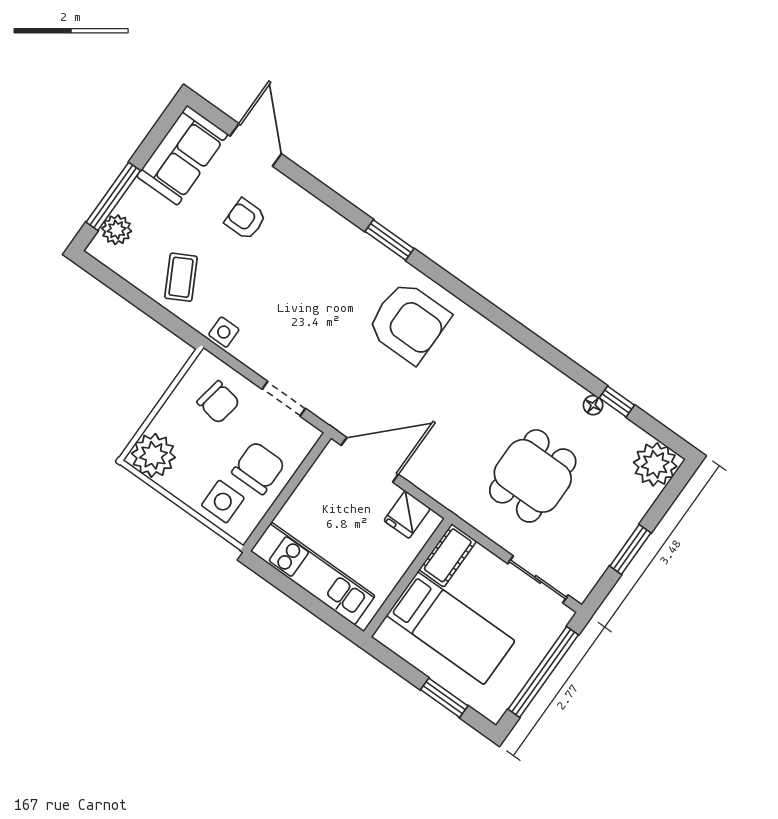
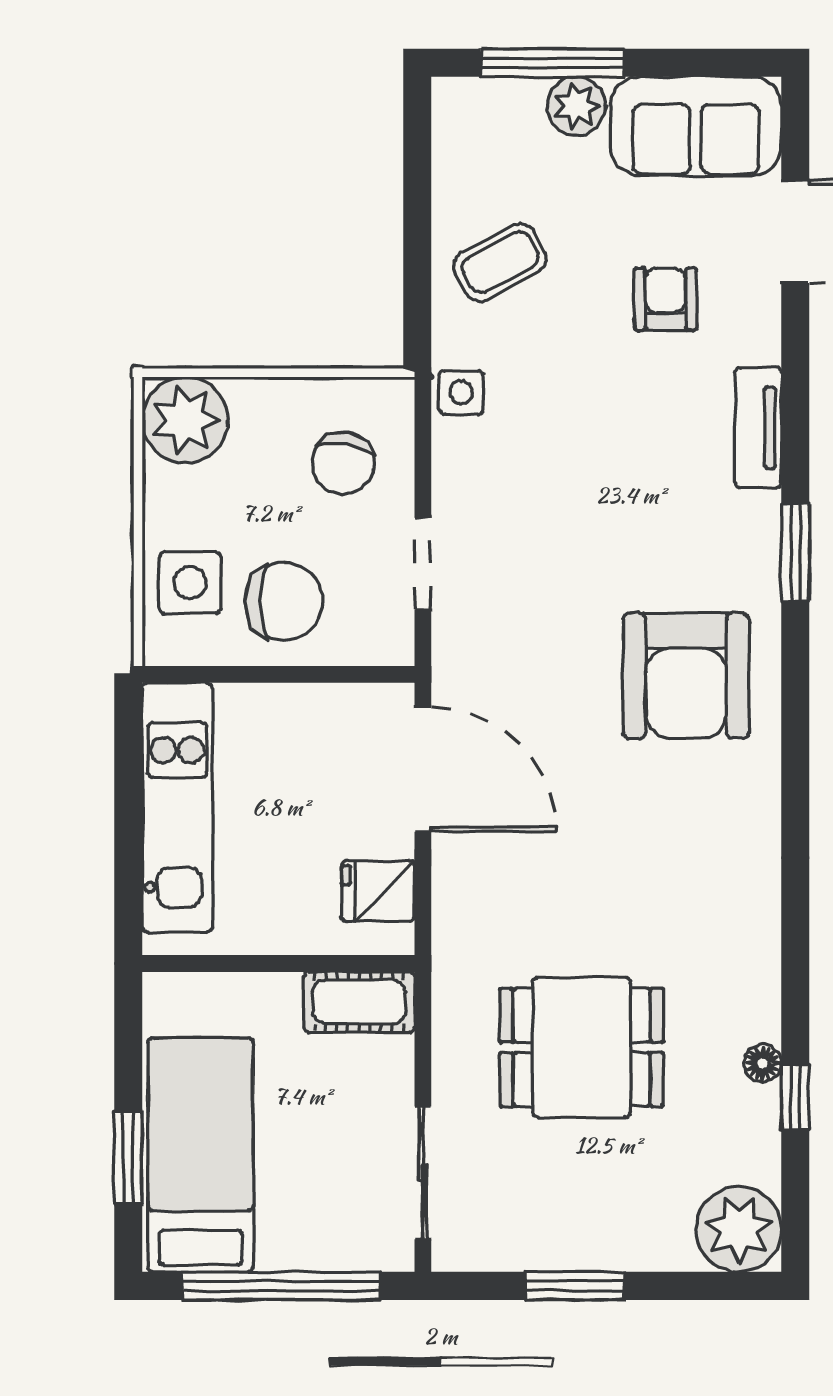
tv unit: (327, 218) -> (758, 428), added
plant: (117, 230) -> (576, 106), moved
bed: (451, 628) -> (201, 1155), moved, turned 180

